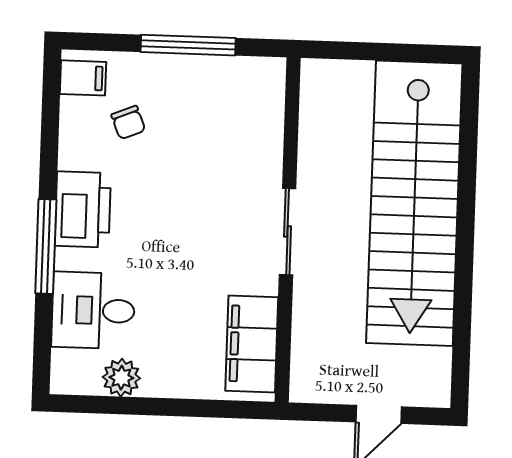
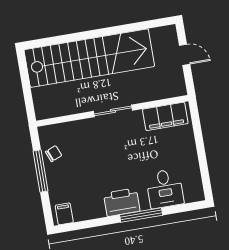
chair: (128, 123) -> (54, 154), moved
plant: (121, 378) -> (192, 170), removed

